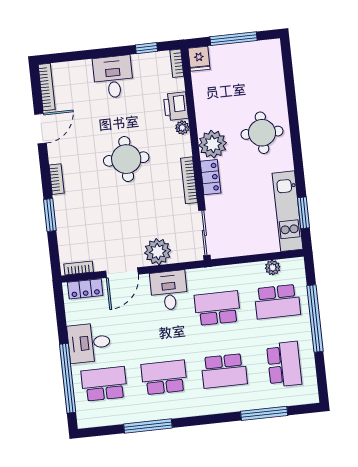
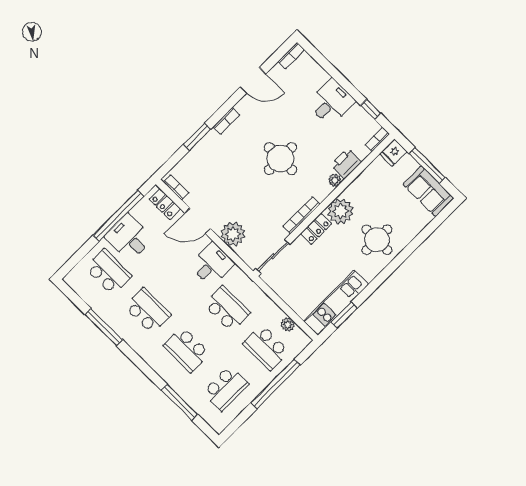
sofa: (256, 55) -> (428, 191), added
bookcase: (47, 87) -> (291, 55), width x0.64
window: (68, 378) -> (118, 216), moved

